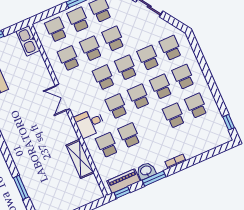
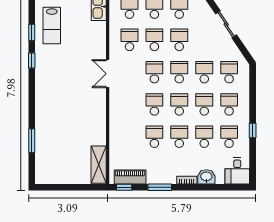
window: (229, 122) -> (253, 131), moved
desk: (90, 123) -> (237, 171), moved, turned -90
school desk: (107, 145) -> (179, 137), moved
shelving: (80, 159) -> (99, 165), moved
washbasin: (146, 171) -> (206, 177), moved

